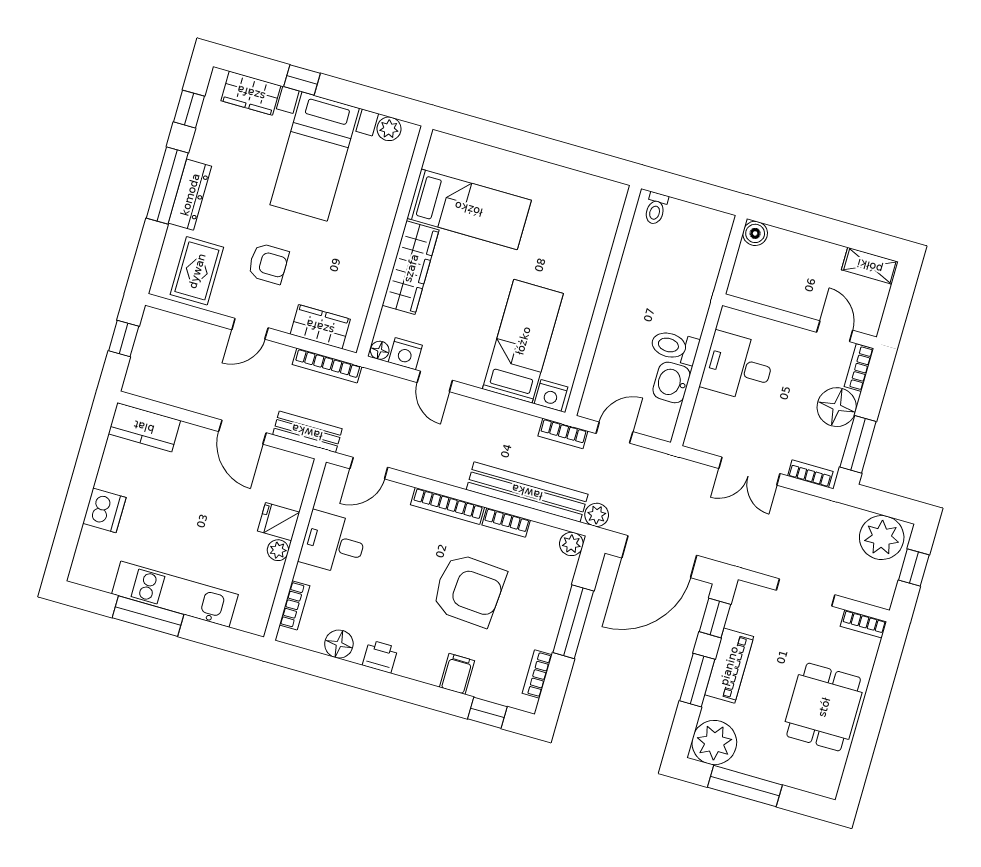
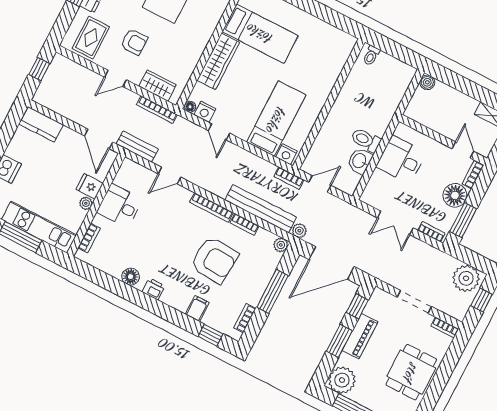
fridge: (279, 522) -> (90, 186), moved
desk: (333, 543) -> (120, 206), moved
plant: (278, 550) -> (86, 203), moved
wall: (295, 550) -> (96, 205), moved
bookcase: (295, 605) -> (89, 238), moved

